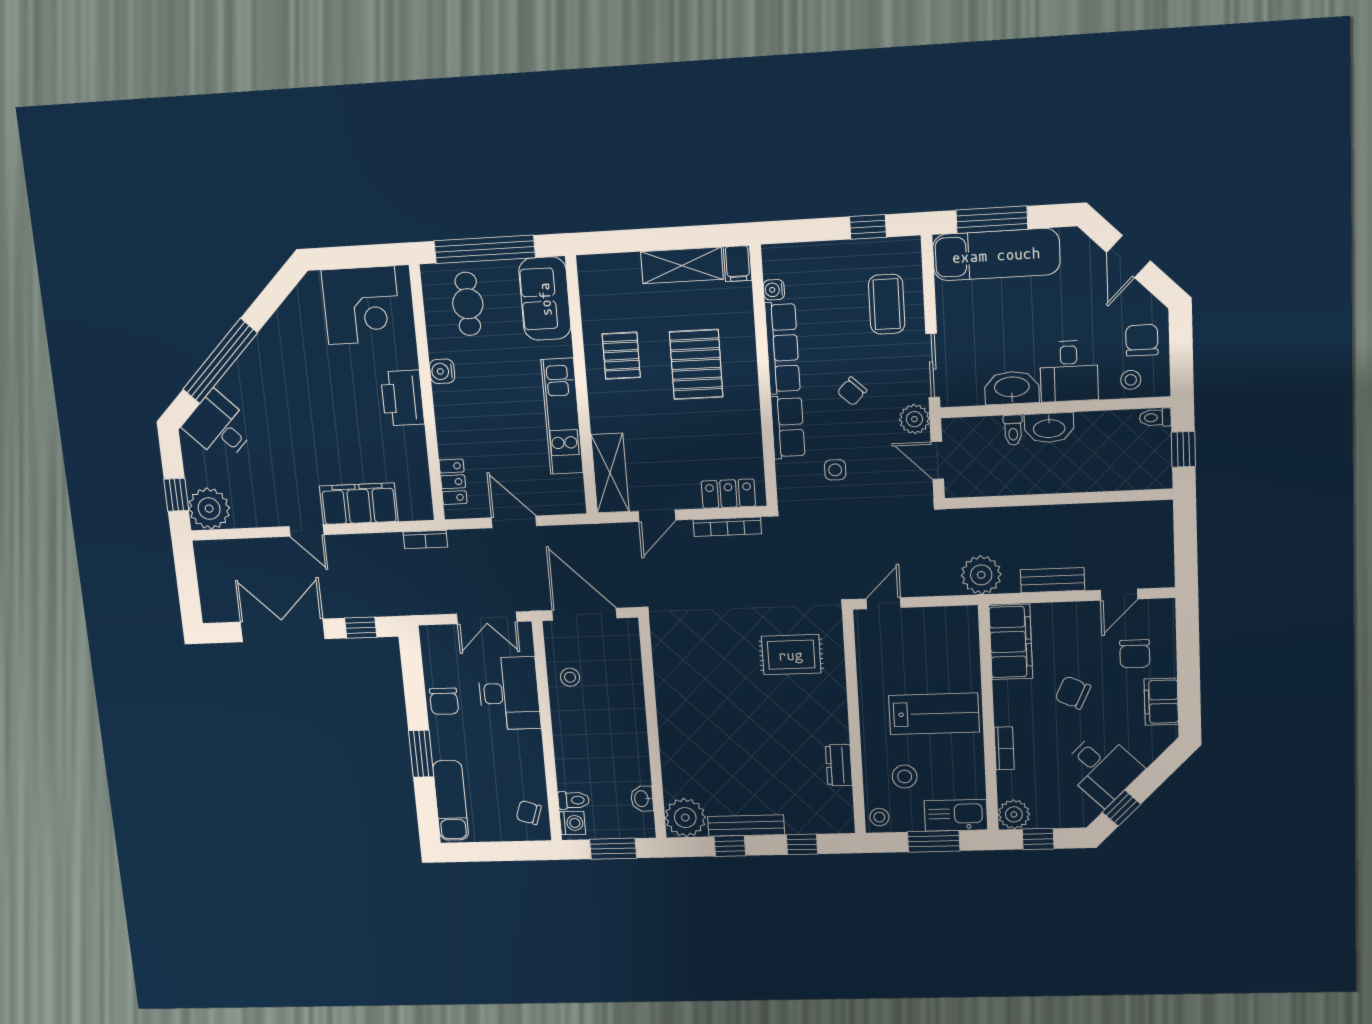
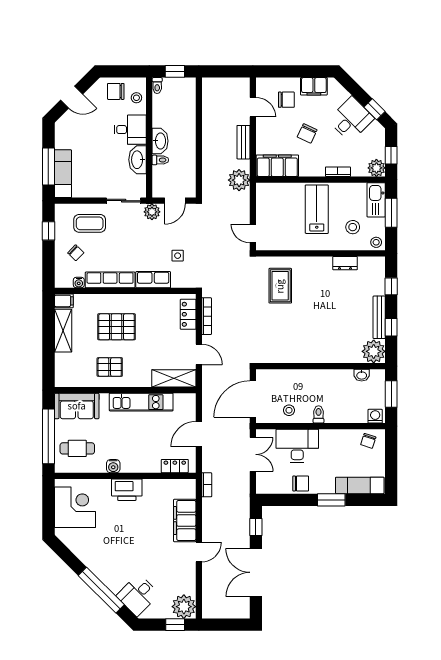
exam couch: (996, 255) -> (63, 174), width x0.73, depth x0.69
chair: (852, 391) -> (76, 253), moved
toilet: (574, 800) -> (319, 414), moved

